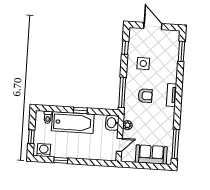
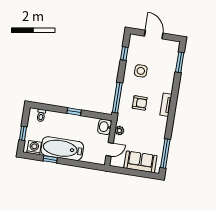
bathtub: (73, 122) -> (62, 149), moved, turned 180

